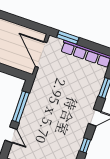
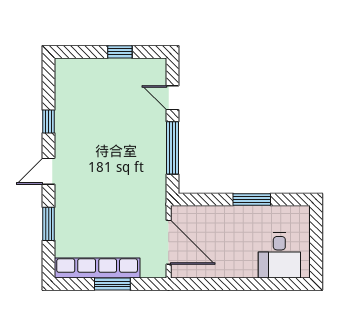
window: (68, 37) -> (112, 284), moved

